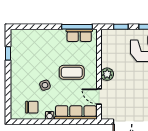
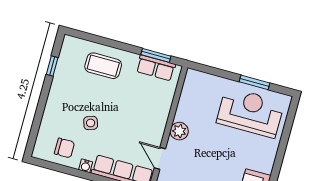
window: (77, 27) -> (156, 55), width x0.69
window: (121, 27) -> (216, 72), removed
coffee table: (72, 72) -> (103, 66), moved

